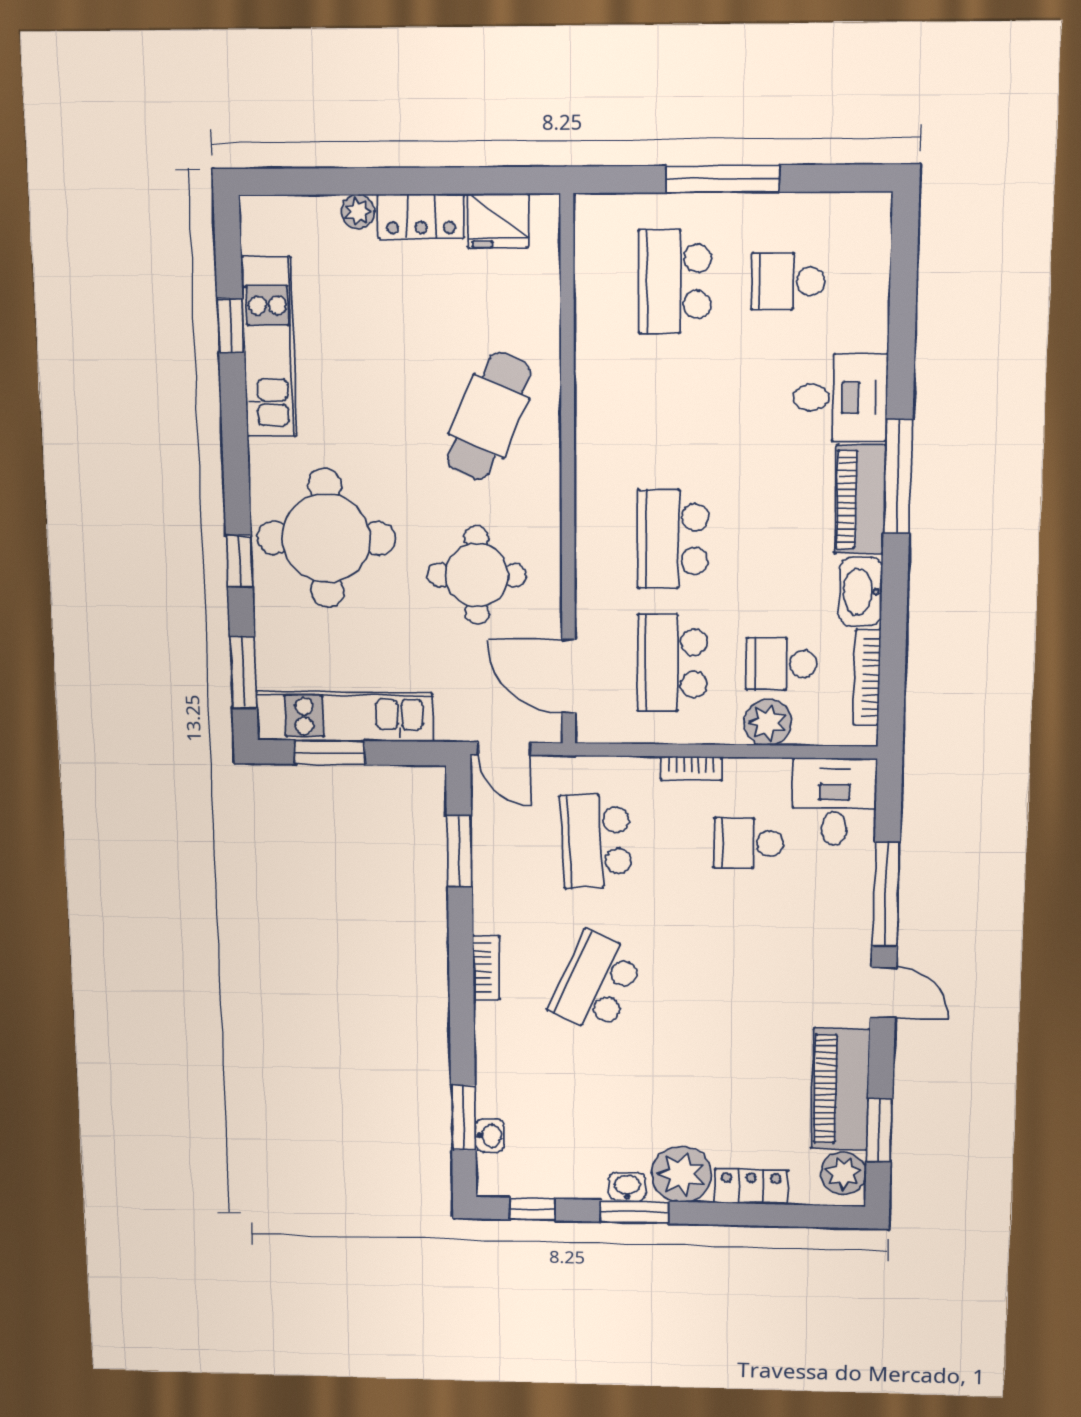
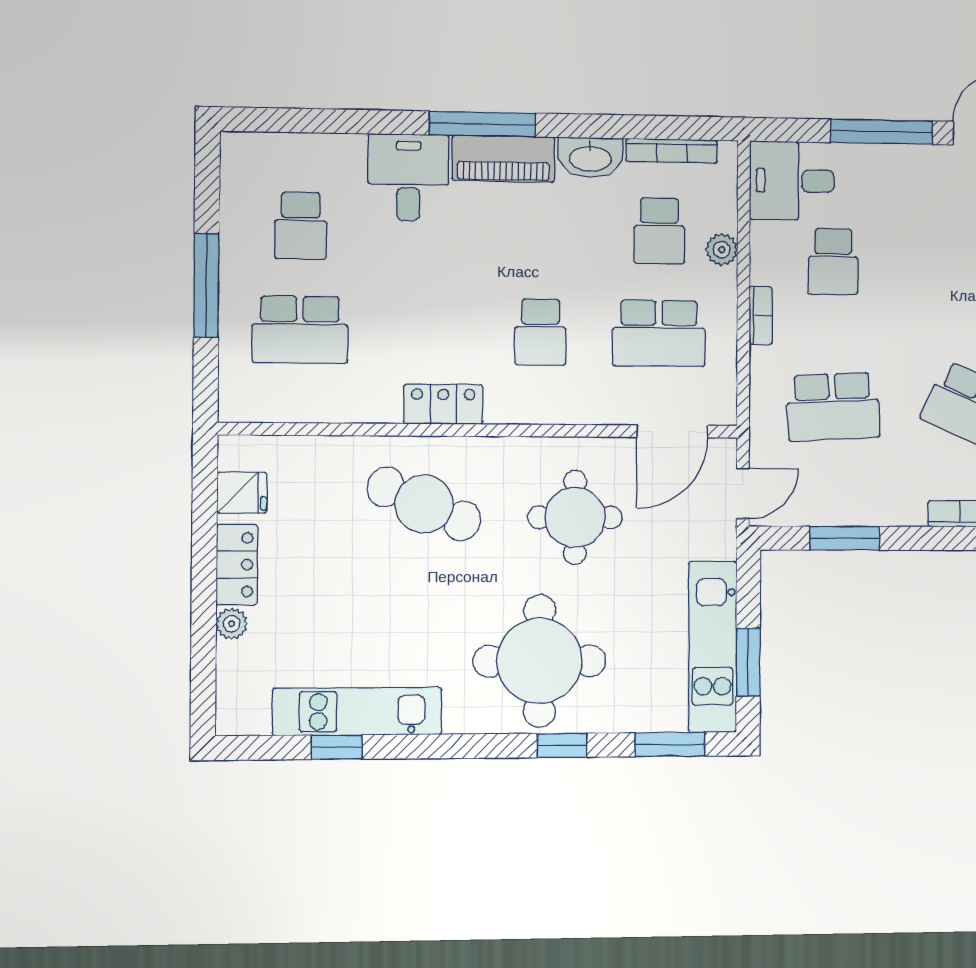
fridge: (498, 221) -> (242, 493), width x0.72
locker: (595, 436) -> (443, 404), added
school desk: (673, 539) -> (540, 332), width x0.54
plant: (768, 723) -> (722, 250), width x0.73, depth x0.73

